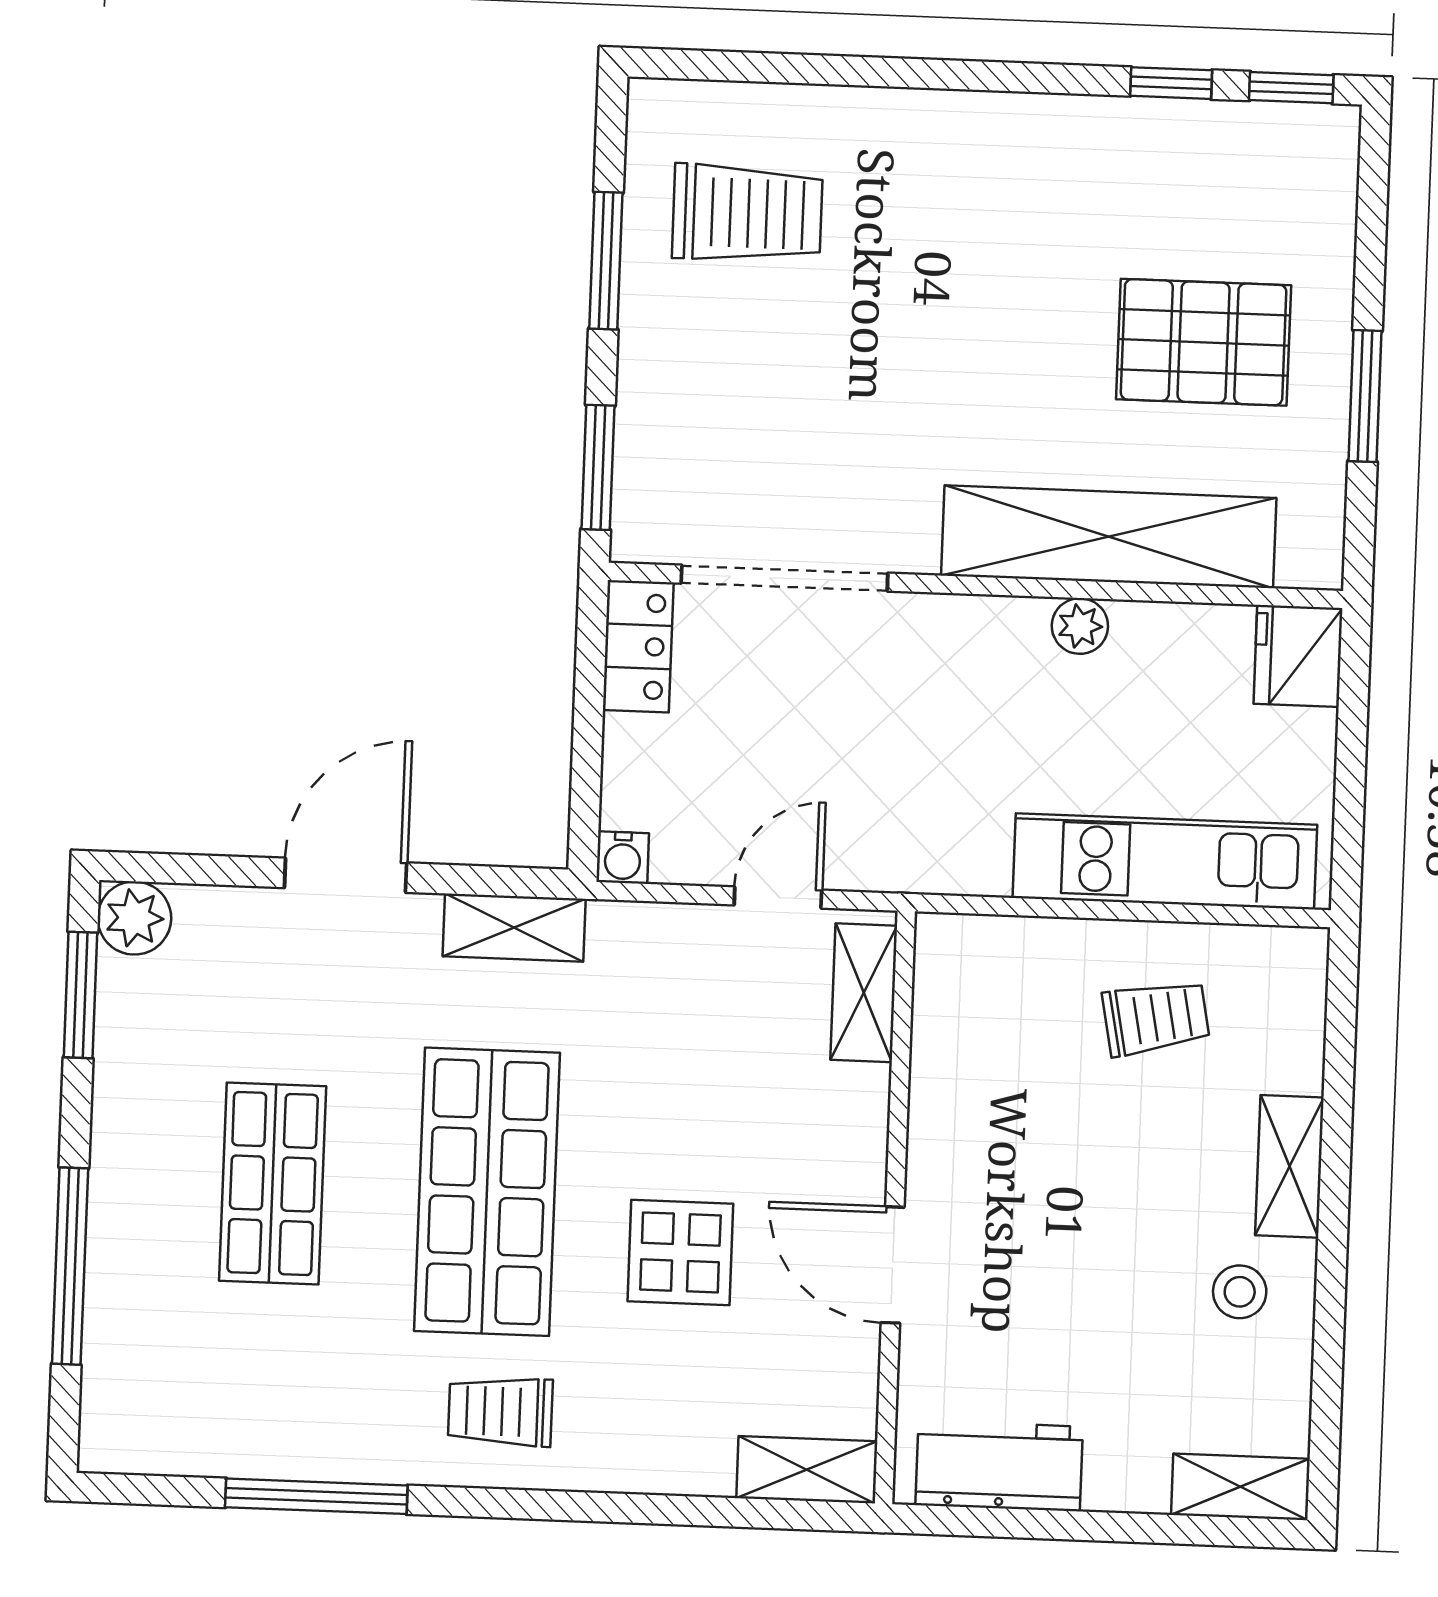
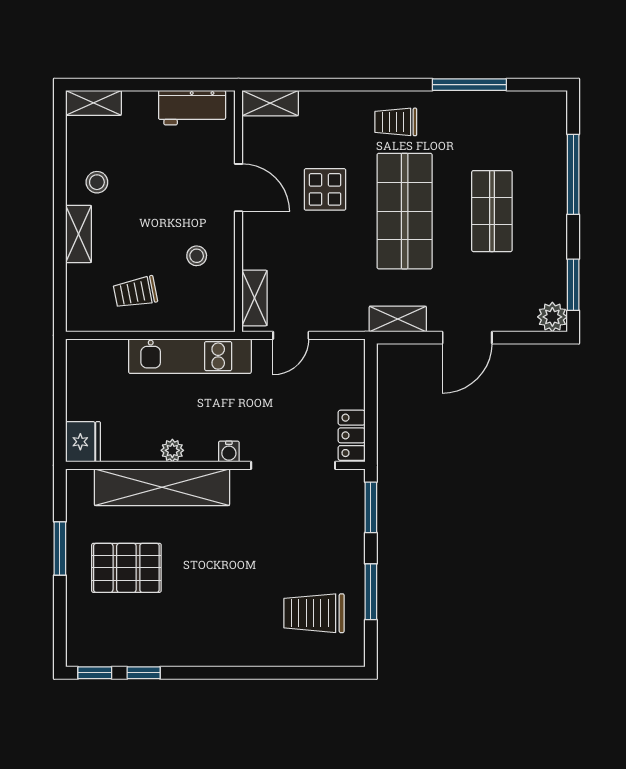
water cooler: (623, 858) -> (229, 452), moved, turned 180
kitchen unit: (1165, 861) -> (190, 356), moved
stool: (1002, 1102) -> (197, 256), added
trolley: (500, 1411) -> (396, 122), turned 180

